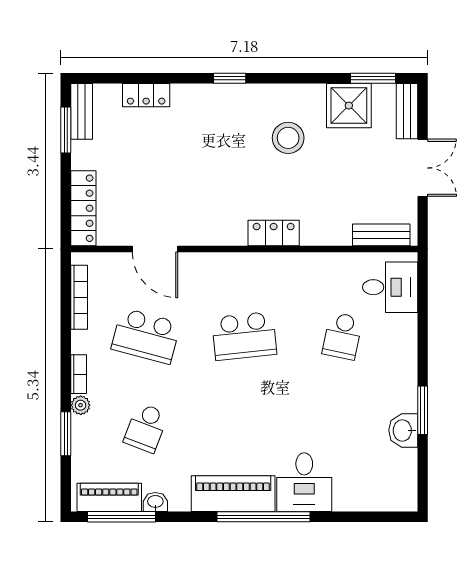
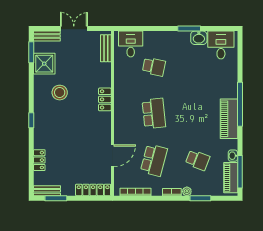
desk: (304, 482) -> (221, 45), moved, turned -90

